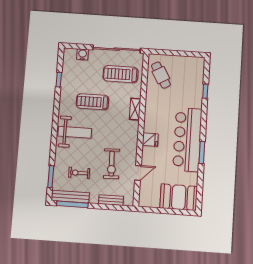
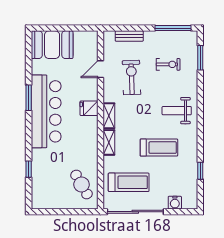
weight bench: (75, 132) -> (177, 111), width x0.73, depth x0.75
shelving: (133, 132) -> (109, 116), added
bench: (70, 197) -> (176, 37), removed

